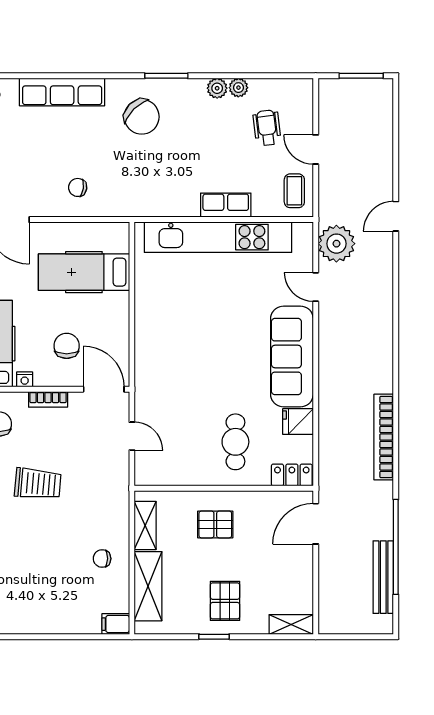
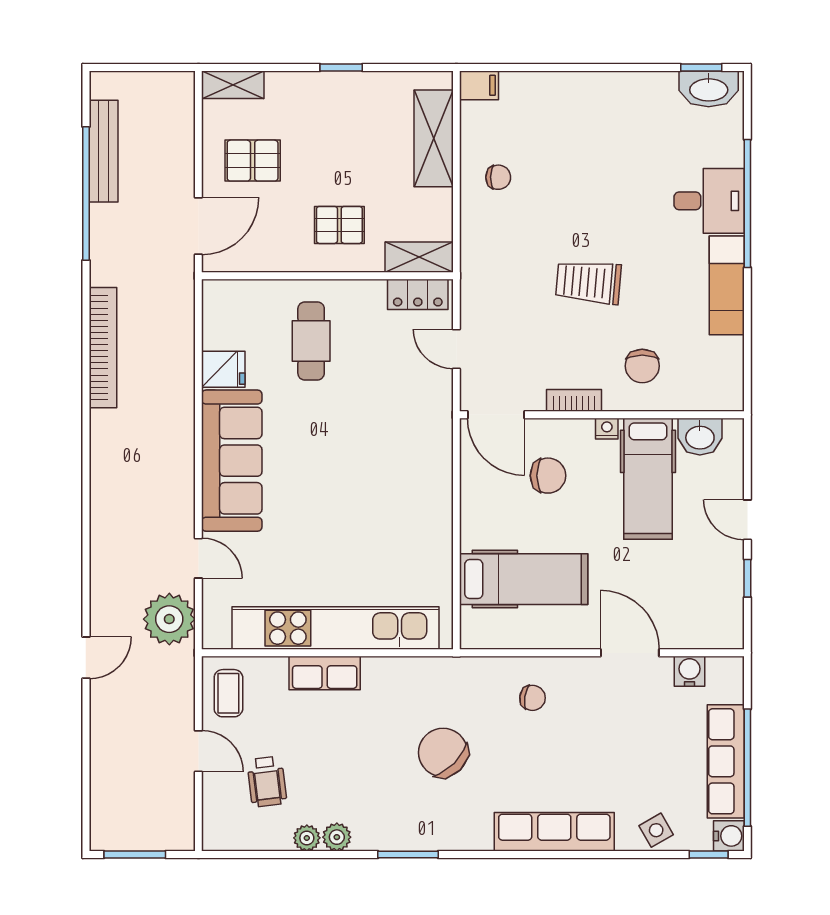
chair: (142, 117) -> (443, 753), moved
chair: (67, 346) -> (548, 476), turned -90
locker: (292, 475) -> (418, 294), moved
shelving: (145, 525) -> (419, 257), moved, turned 90
pallet: (225, 601) -> (253, 161), moved, turned 90

